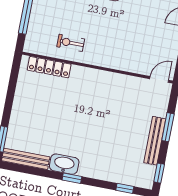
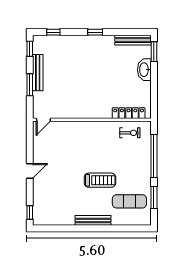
exercise bike: (71, 43) -> (130, 133), moved
washbasin: (64, 164) -> (144, 70), moved, turned 90

